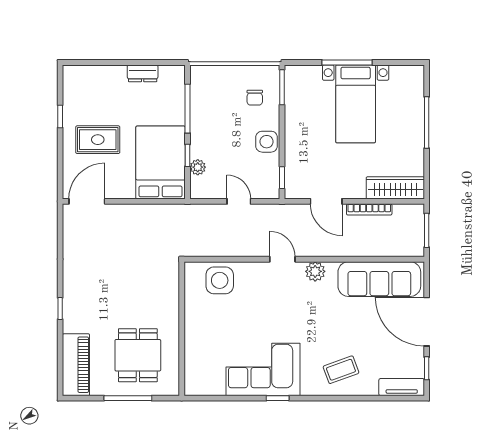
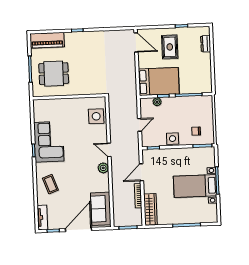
dresser: (143, 73) -> (206, 44), moved
door: (282, 259) -> (109, 150), swing flipped
sofa: (379, 279) -> (101, 209), width x0.73

